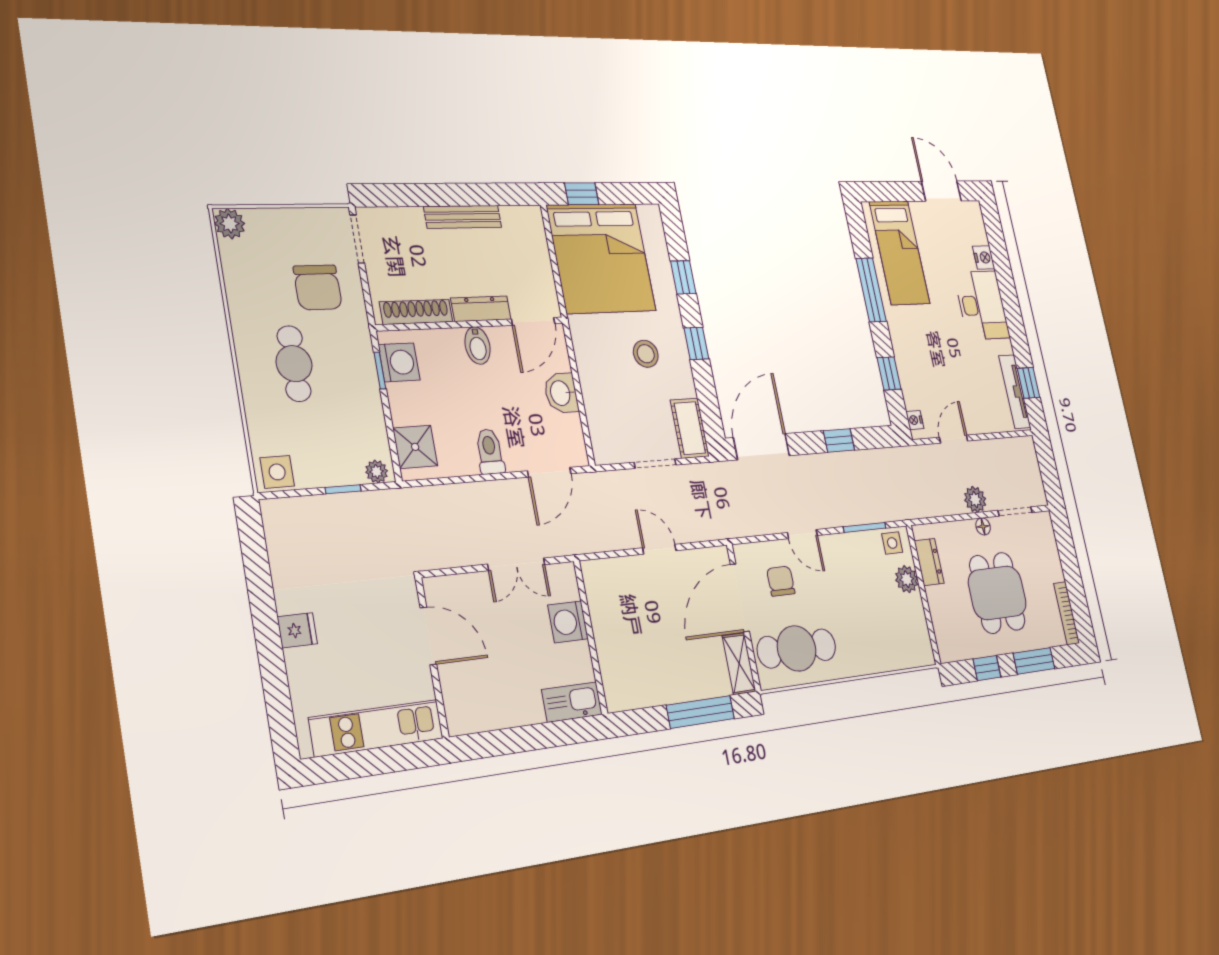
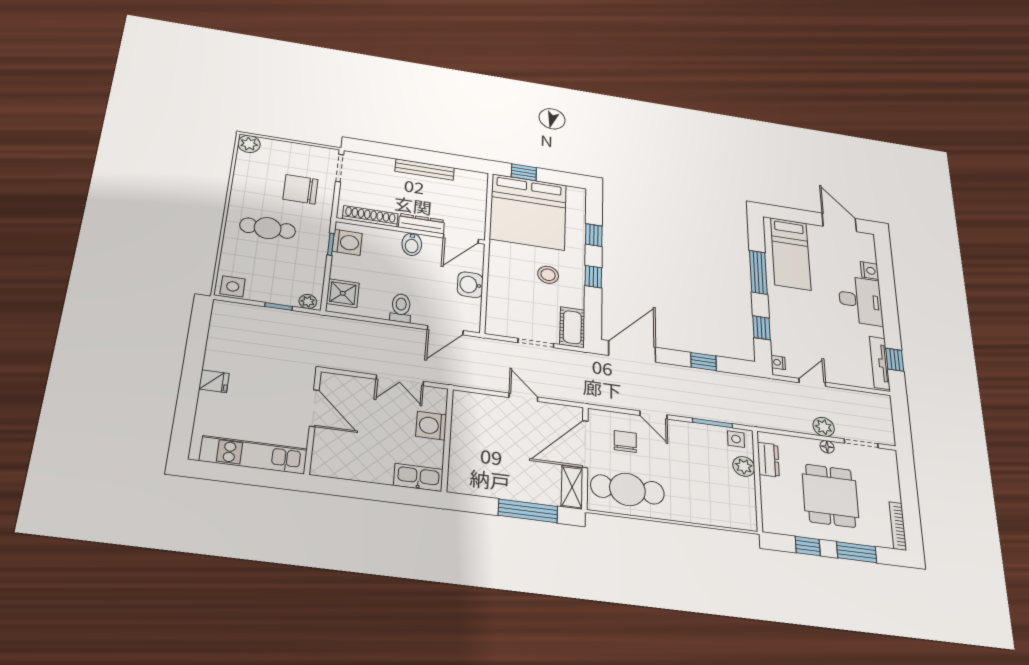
chair: (318, 287) -> (300, 189), turned 90
cafe table: (294, 364) -> (268, 228), turned 90

